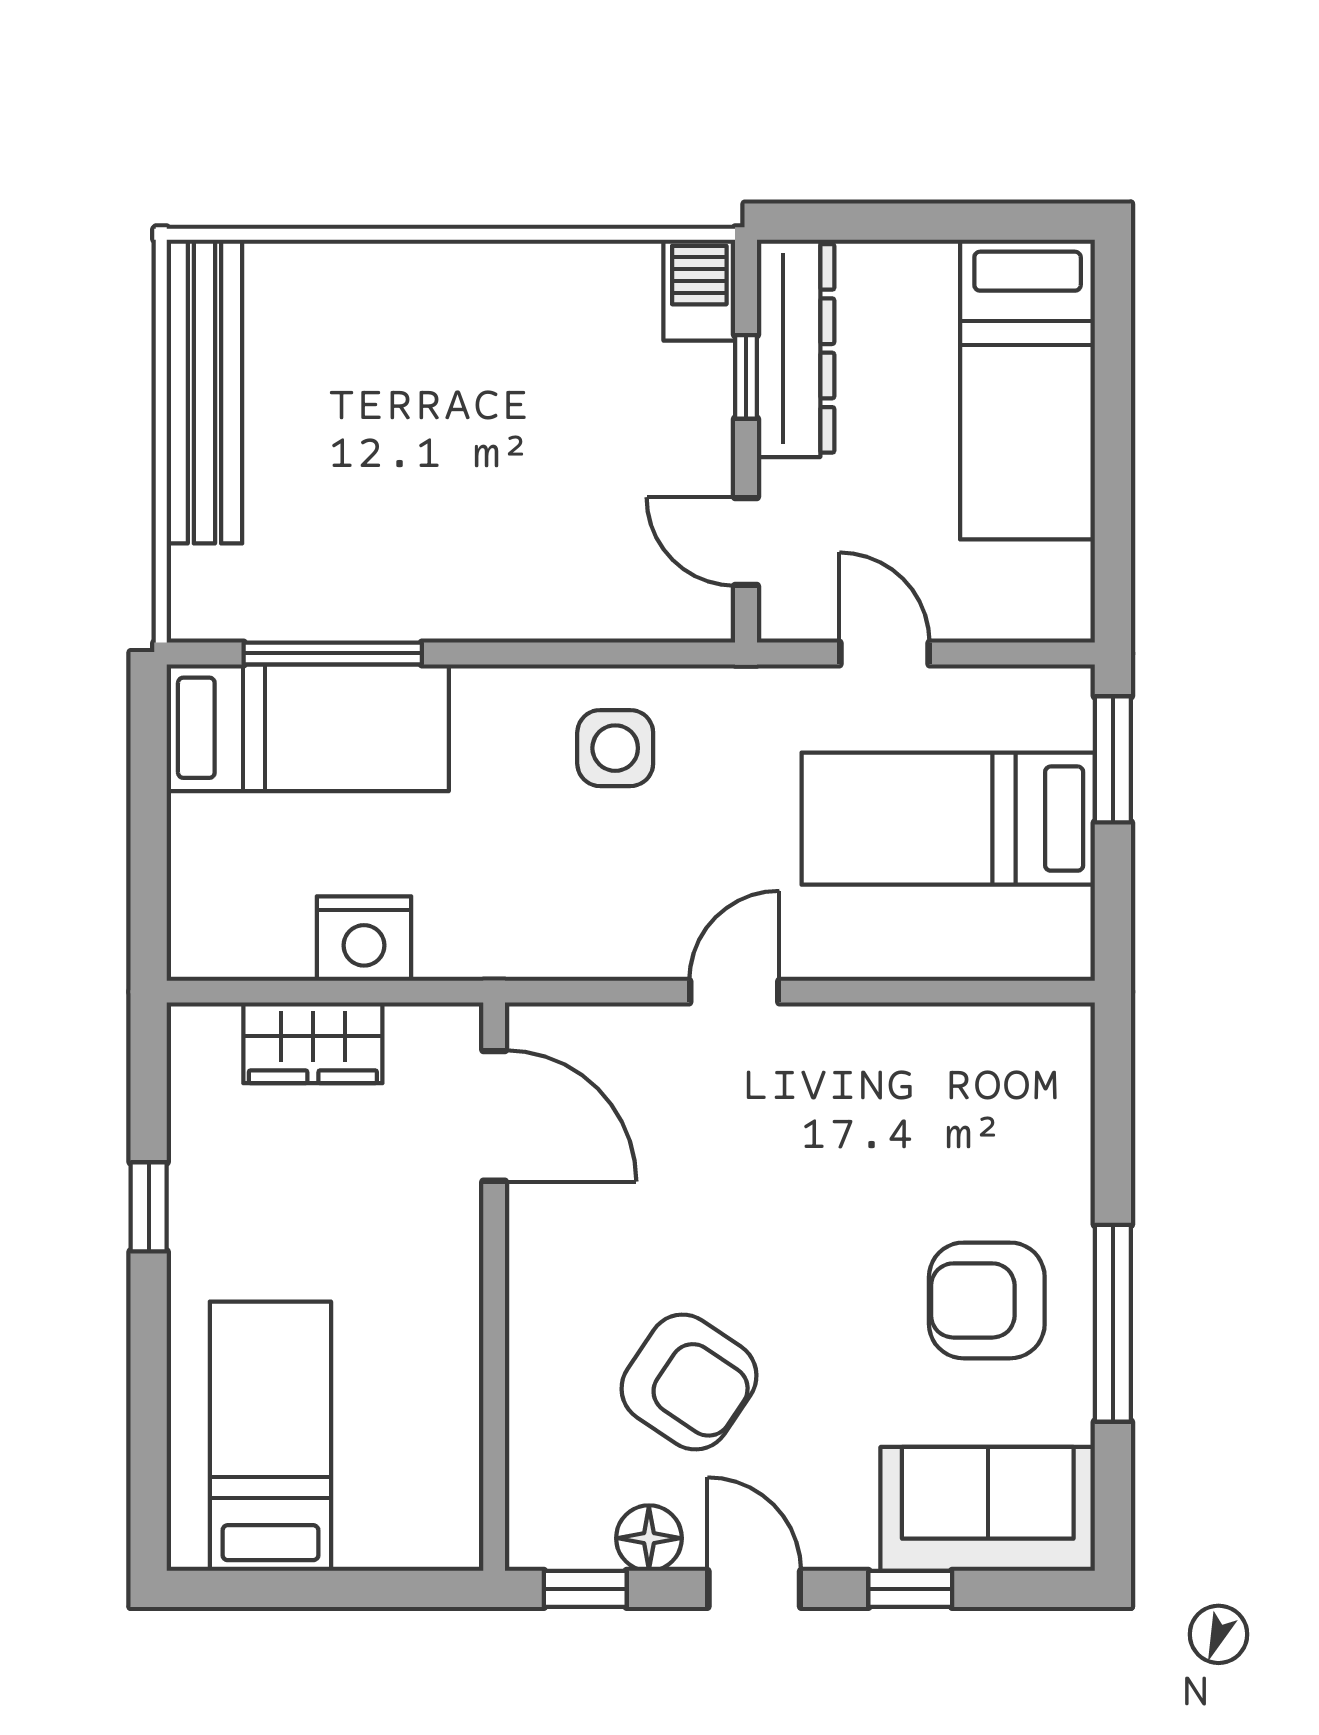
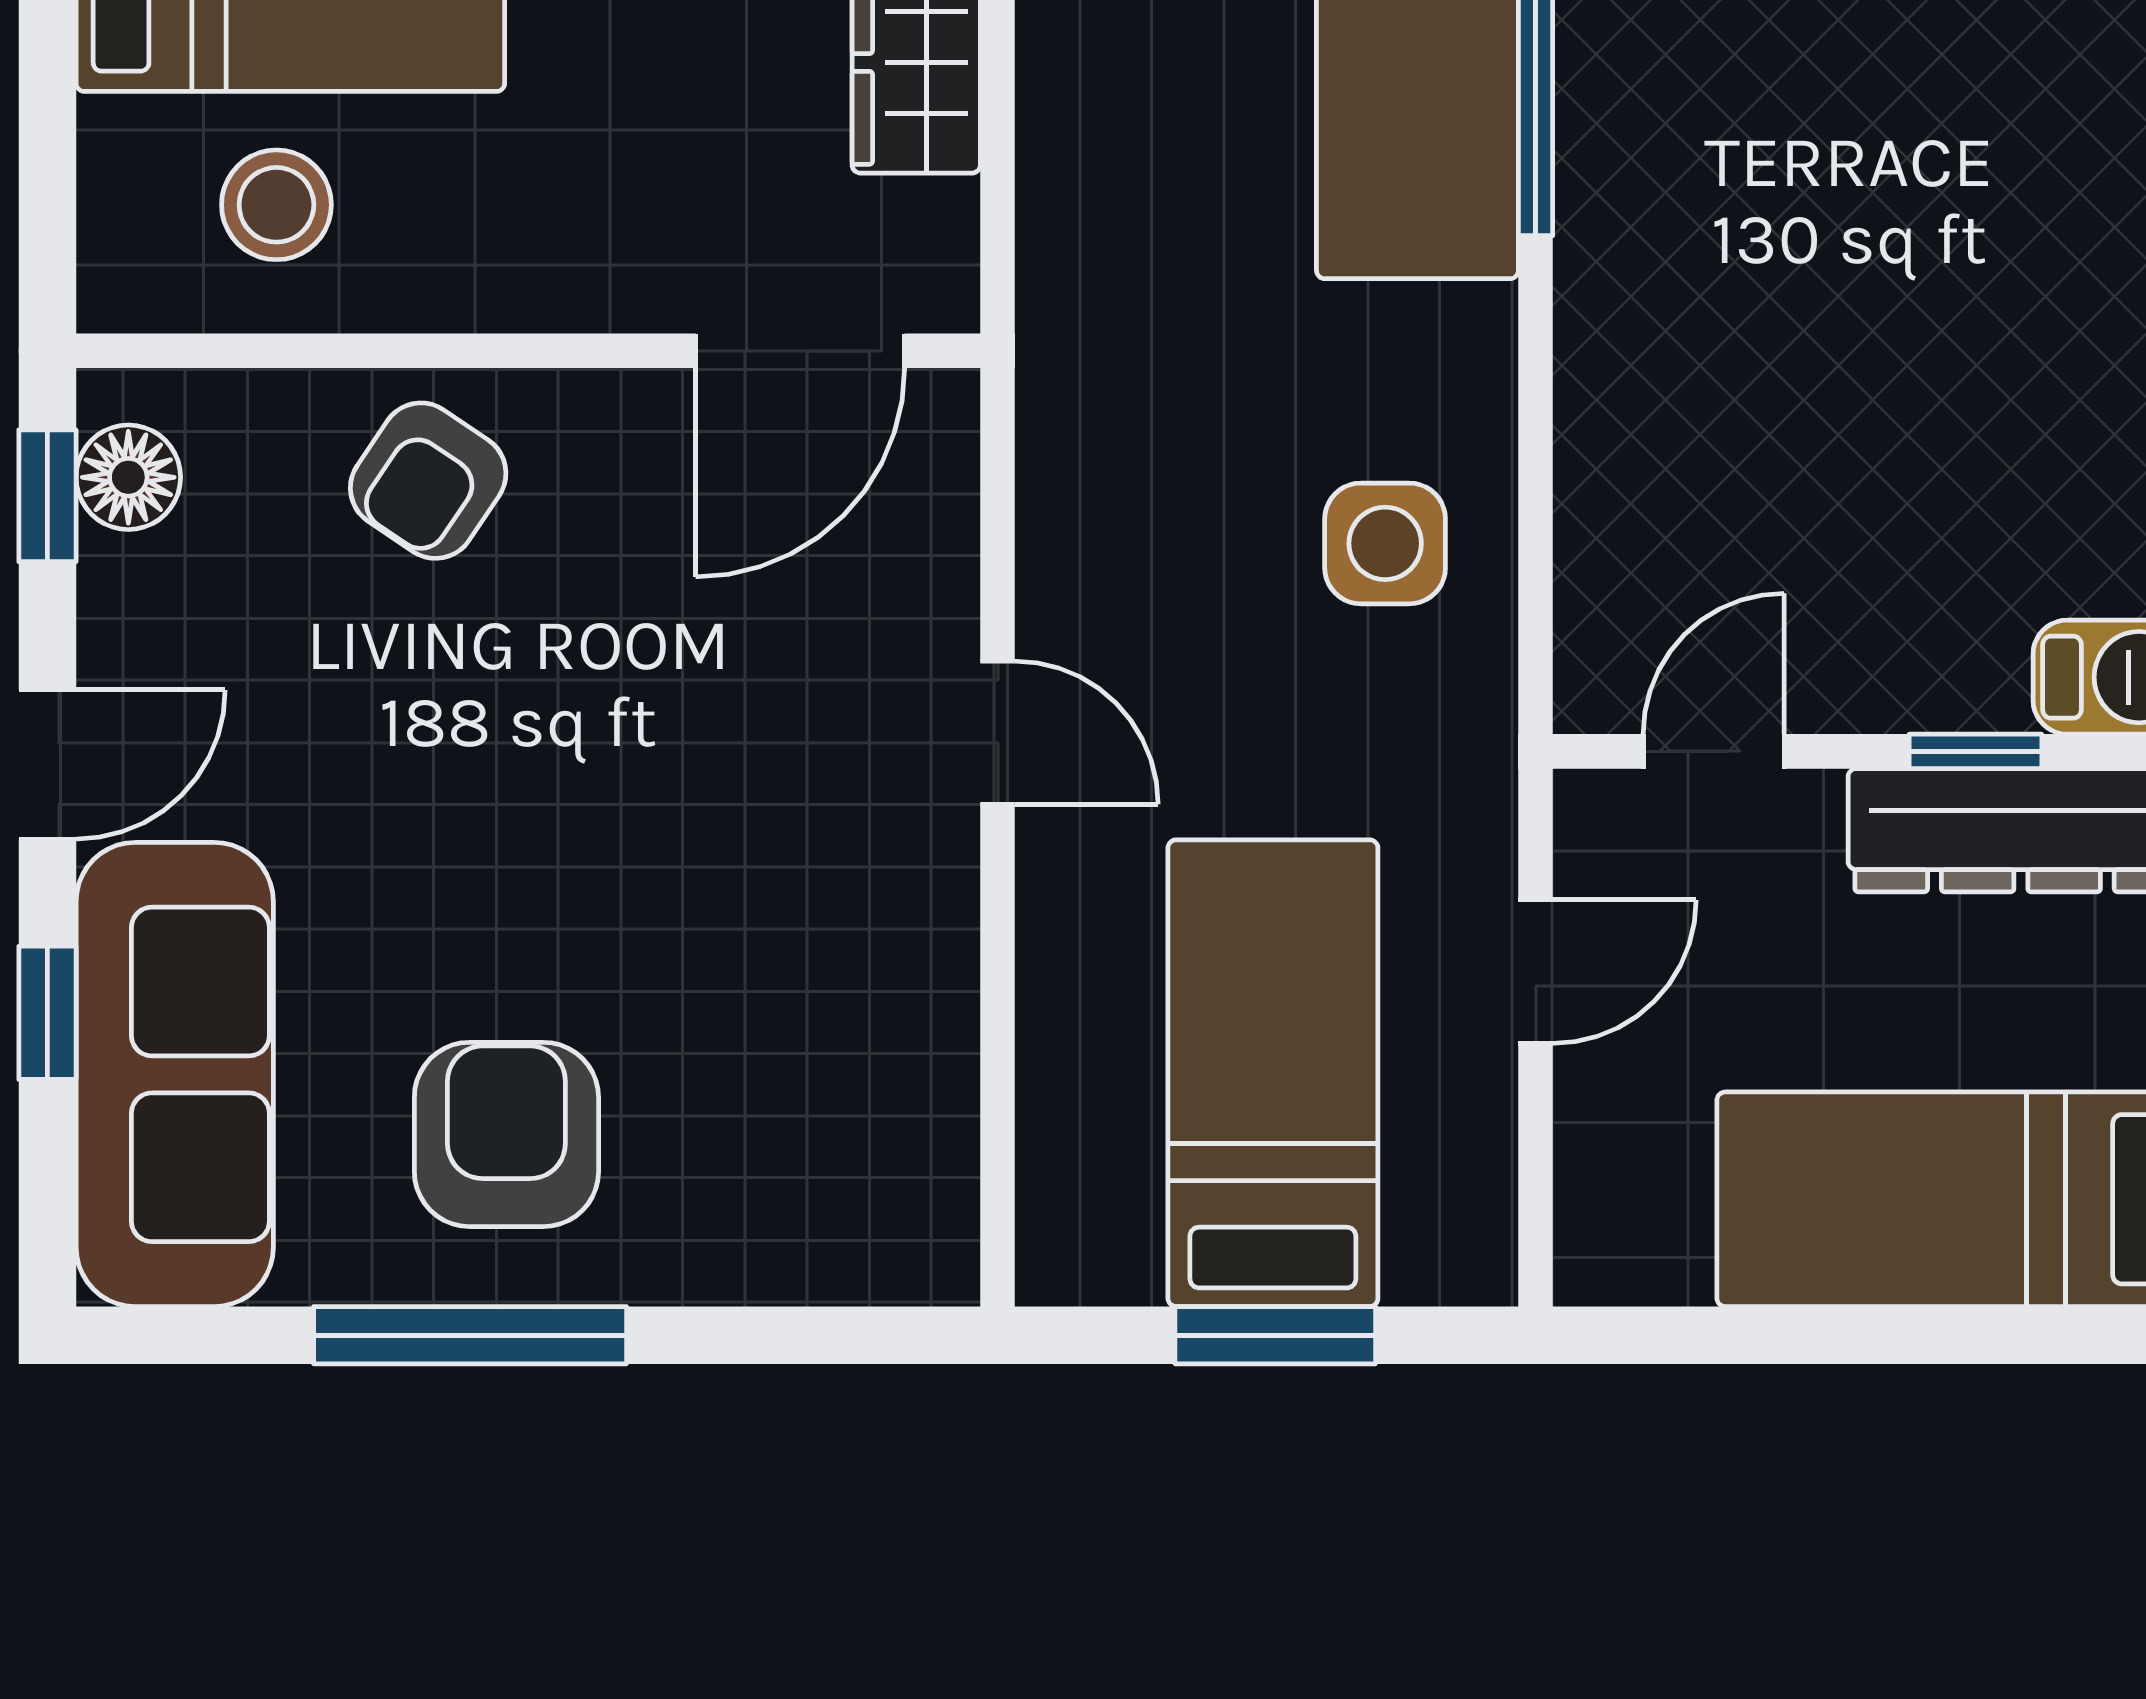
window: (1113, 759) -> (1275, 1335), moved
nightstand: (364, 939) -> (1082, 144), removed
armchair: (689, 1382) -> (428, 481), moved, width x0.72, depth x0.72
stool: (402, 1445) -> (276, 205), added
sofa: (988, 1509) -> (175, 1074), width x1.36
floor lamp: (649, 1538) -> (128, 477), moved

